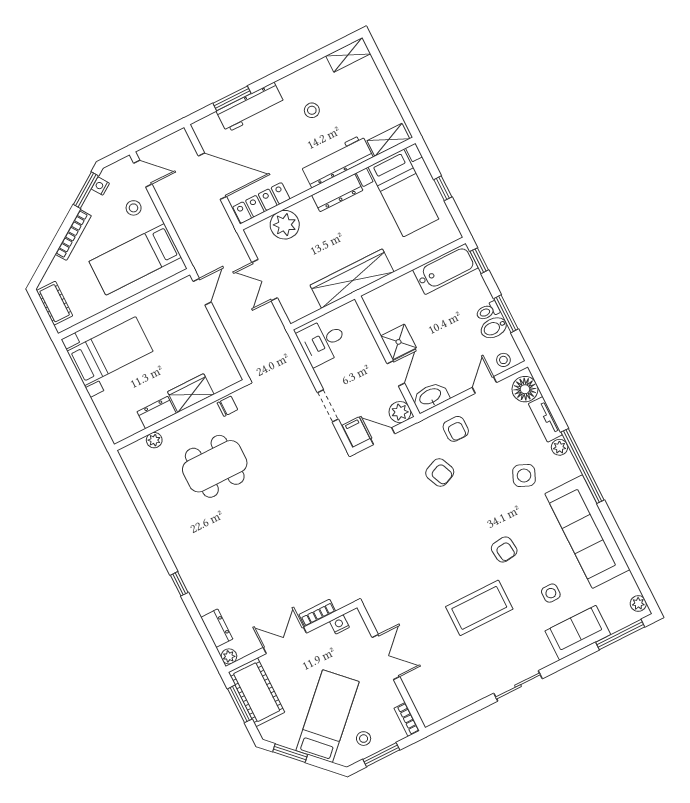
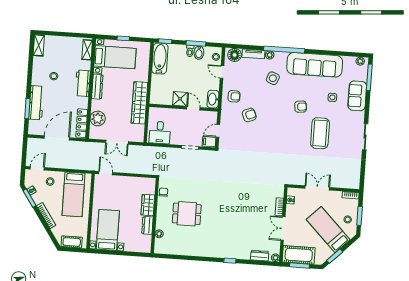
workbench: (337, 161) -> (83, 83), width x0.73
plant: (400, 412) -> (212, 117), removed
dining table: (215, 466) -> (187, 214), width x0.73

